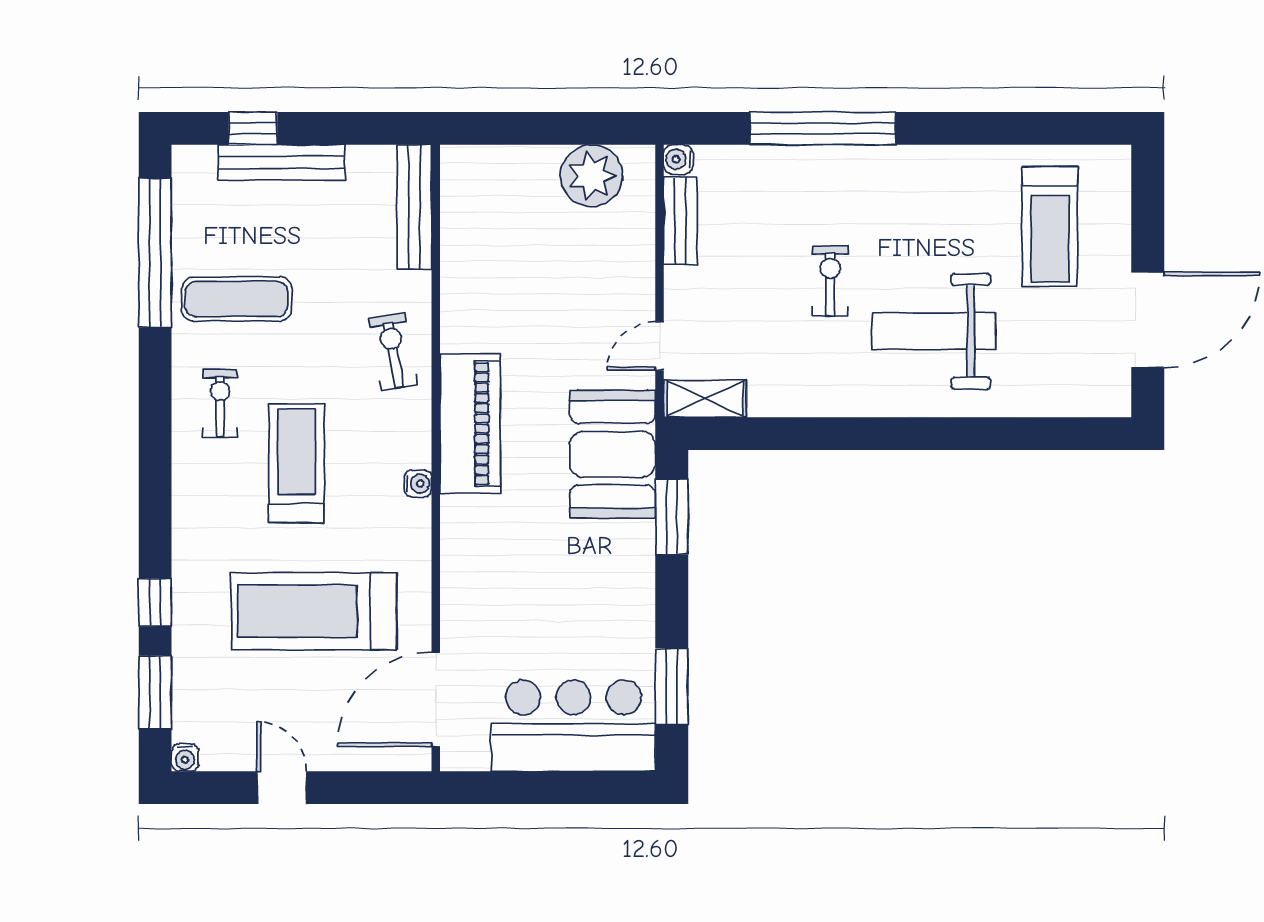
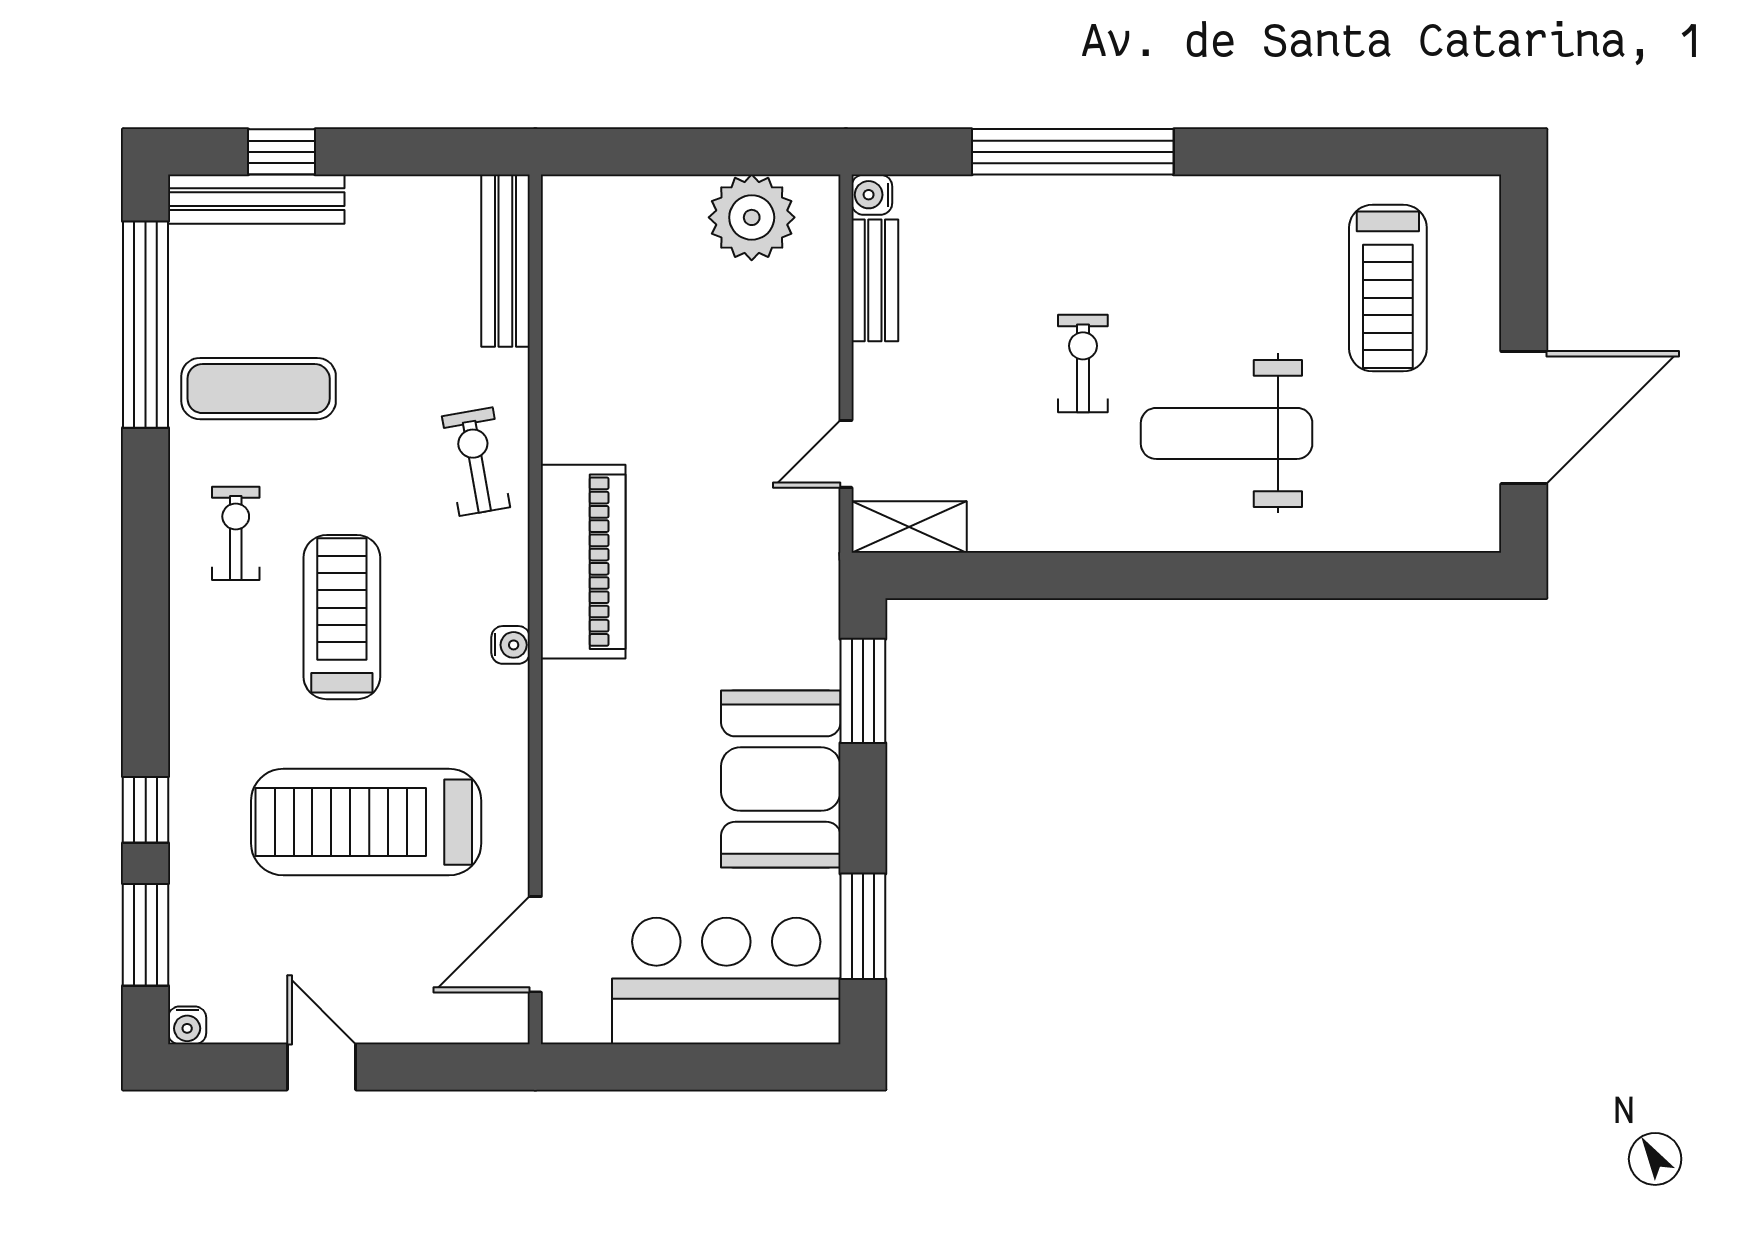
bench: (281, 162) -> (256, 199), moved
booth: (613, 454) -> (781, 779), moved
door: (436, 699) -> (535, 944), width x0.73

